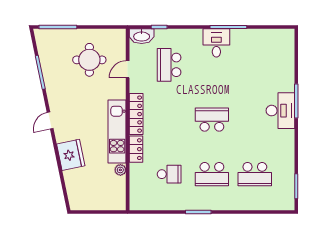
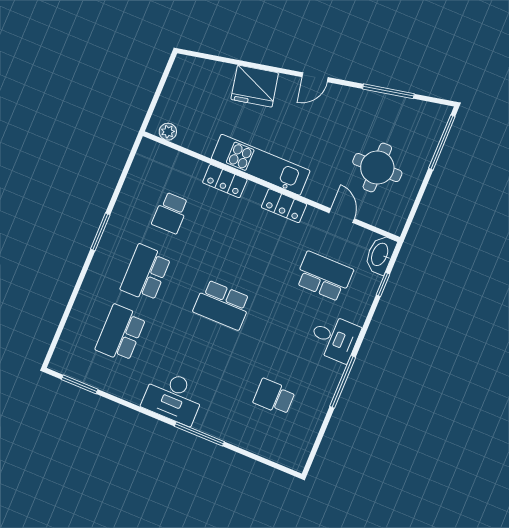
desk: (216, 43) -> (335, 338), moved
school desk: (255, 65) -> (274, 397), added
desk: (280, 111) -> (173, 397), moved
locker: (136, 114) -> (284, 206), width x0.66
school desk: (212, 120) -> (222, 305), turned 90
door: (50, 121) -> (315, 77), swing flipped
plant: (120, 170) -> (168, 132), moved

